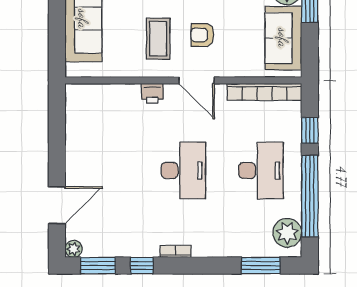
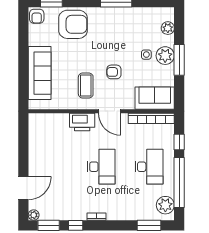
armchair: (202, 35) -> (114, 72), moved
sofa: (283, 38) -> (155, 98), moved, turned 90
printer: (152, 93) -> (82, 122), width x1.87, depth x1.48

